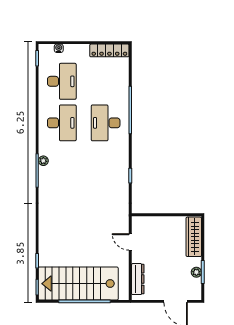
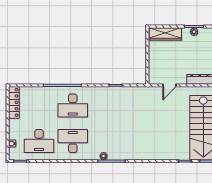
desk: (62, 81) -> (39, 141), turned 180

